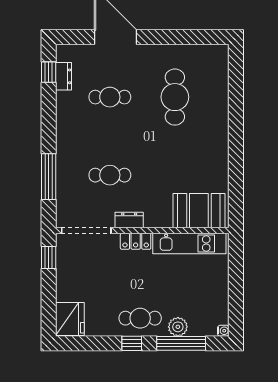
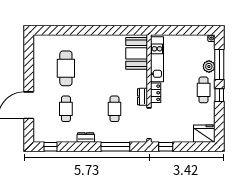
dresser: (64, 76) -> (86, 138), moved
cafe table: (175, 97) -> (66, 68), turned 90

